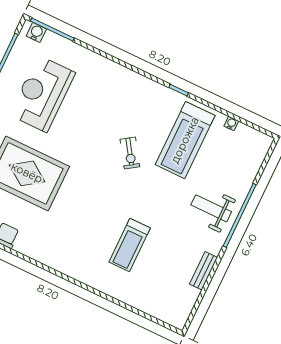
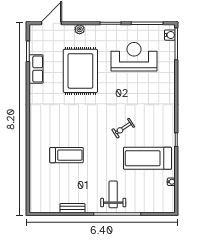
treadmill: (130, 245) -> (67, 155), turned 180

